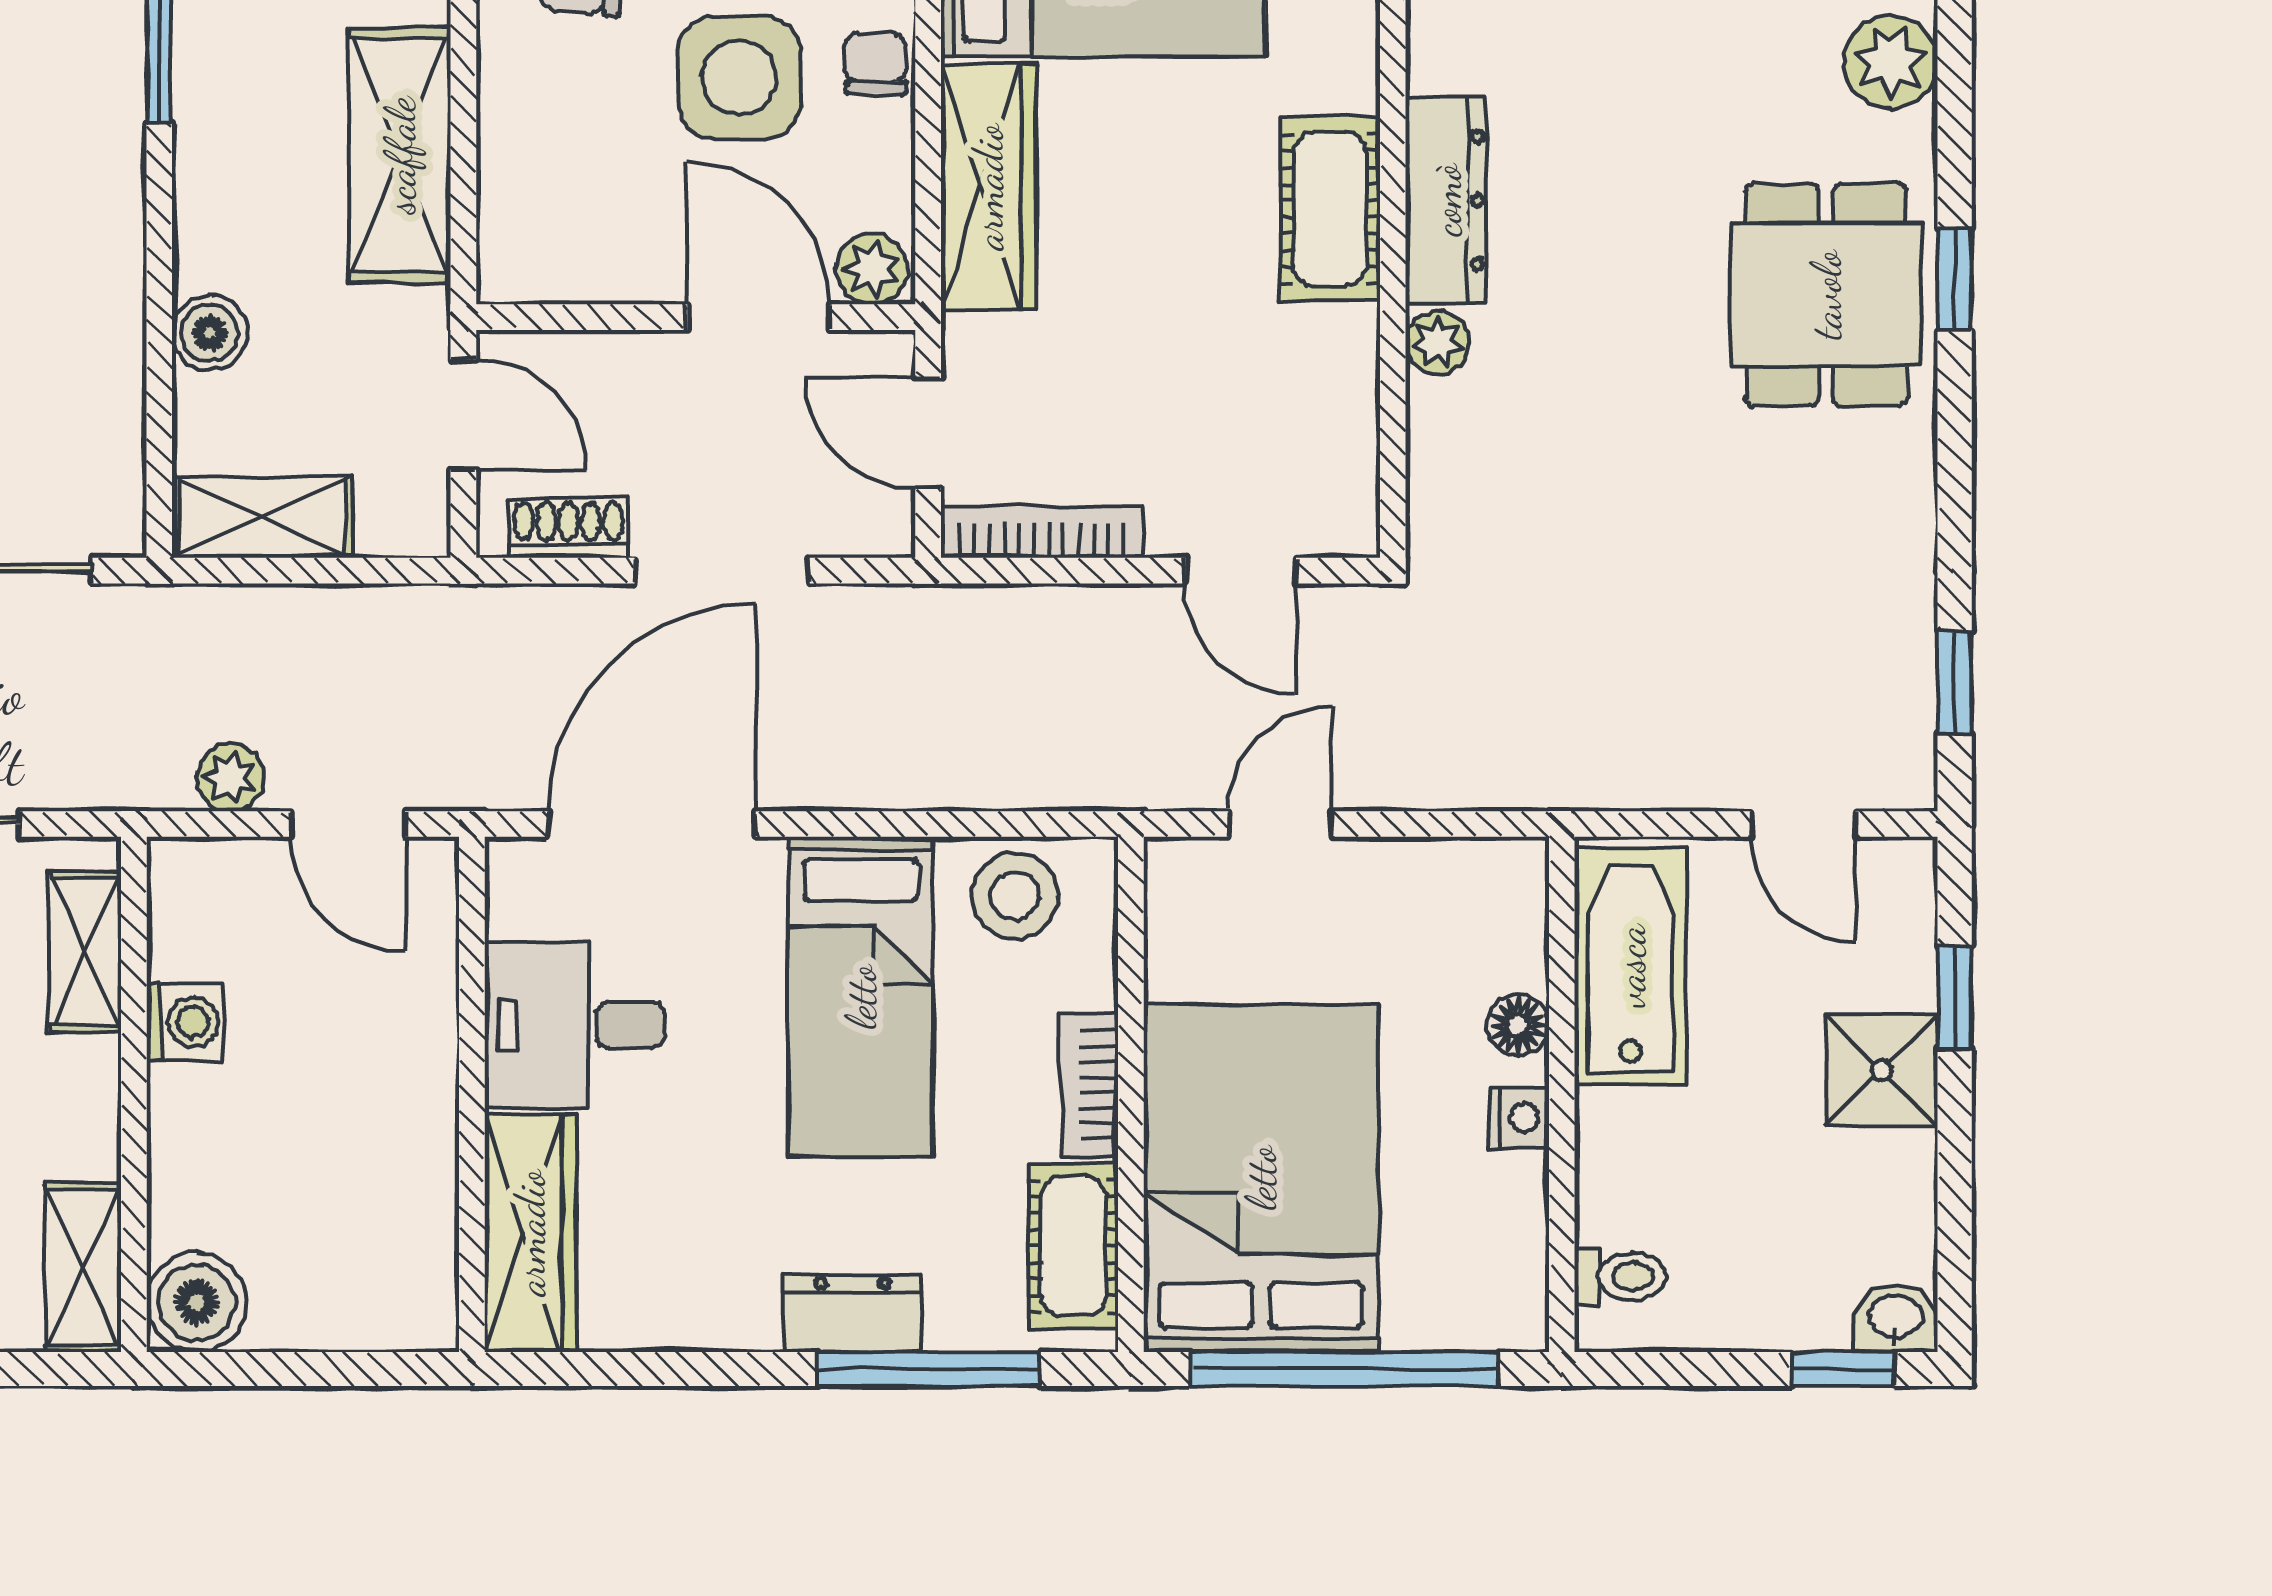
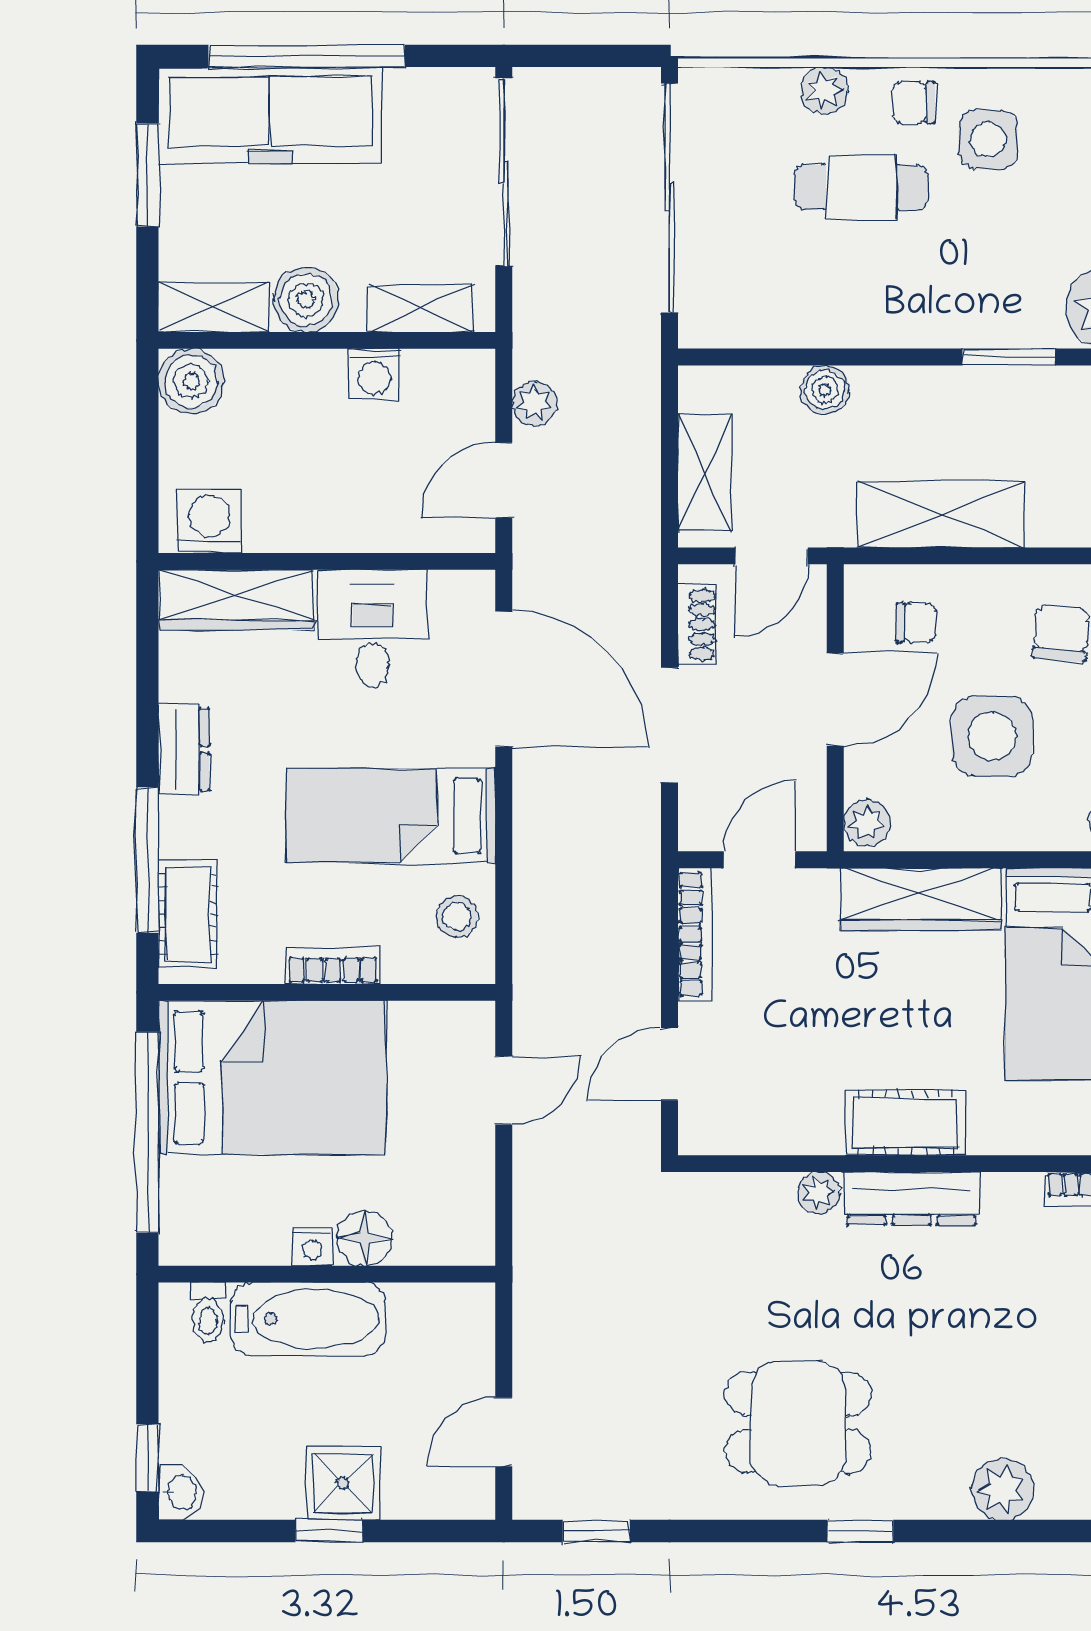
chair: (875, 63) -> (916, 623), moved
dining table: (1826, 295) -> (798, 1423), moved
door: (758, 317) -> (835, 699), moved
shelving: (262, 517) -> (704, 472), moved
door: (1280, 824) -> (504, 1090), hinge flipped
stool: (1015, 896) -> (457, 917), width x0.73, depth x0.73
bathtub: (1630, 966) -> (308, 1319), moved
window: (1955, 998) -> (329, 1531), moved
floor lamp: (1518, 1025) -> (365, 1238), width x1.37, depth x1.37
boiler: (72, 1126) -> (306, 300), added
cot: (1073, 1246) -> (188, 914), moved, turned 90
washing machine: (410, 1274) -> (209, 521), added
dresser: (853, 1313) -> (184, 749), moved

